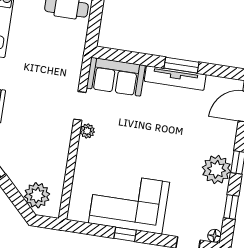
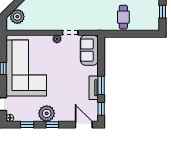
window: (223, 71) -> (101, 109), added
tv unit: (175, 78) -> (94, 88), width x0.71
corner sofa: (129, 203) -> (26, 68), width x1.36, depth x1.36

